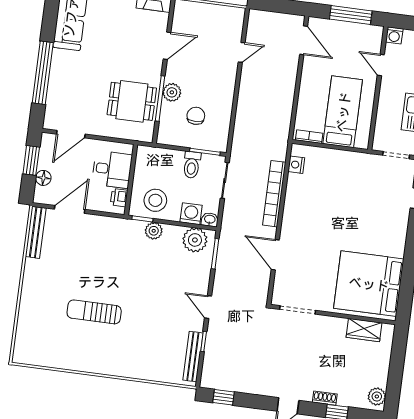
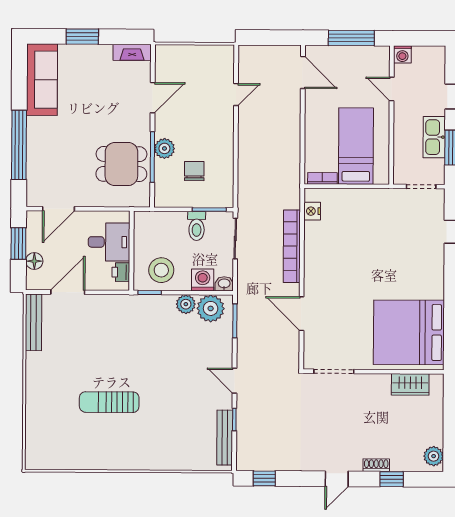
plant: (154, 231) -> (186, 304), moved

